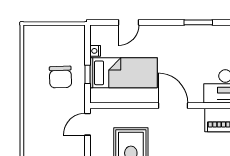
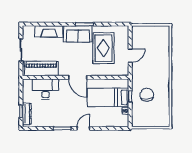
door: (128, 22) -> (83, 128), moved
door: (88, 124) -> (130, 56), moved

